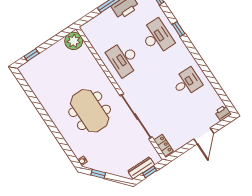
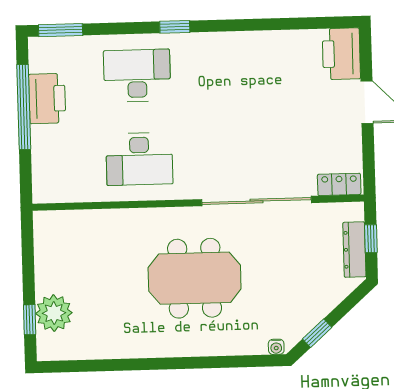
window: (179, 29) -> (175, 27), moved
plant: (74, 41) -> (54, 313), moved
desk: (187, 82) -> (252, 72), removed
printer: (223, 113) -> (341, 54), width x1.87, depth x1.48

